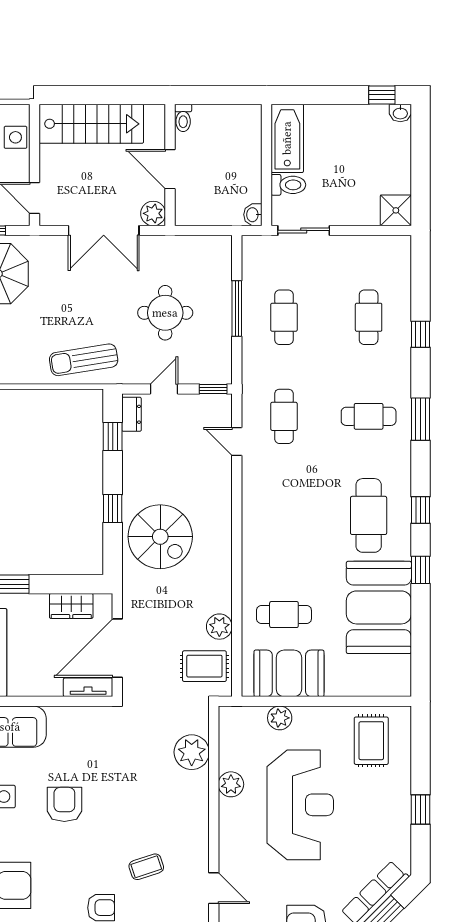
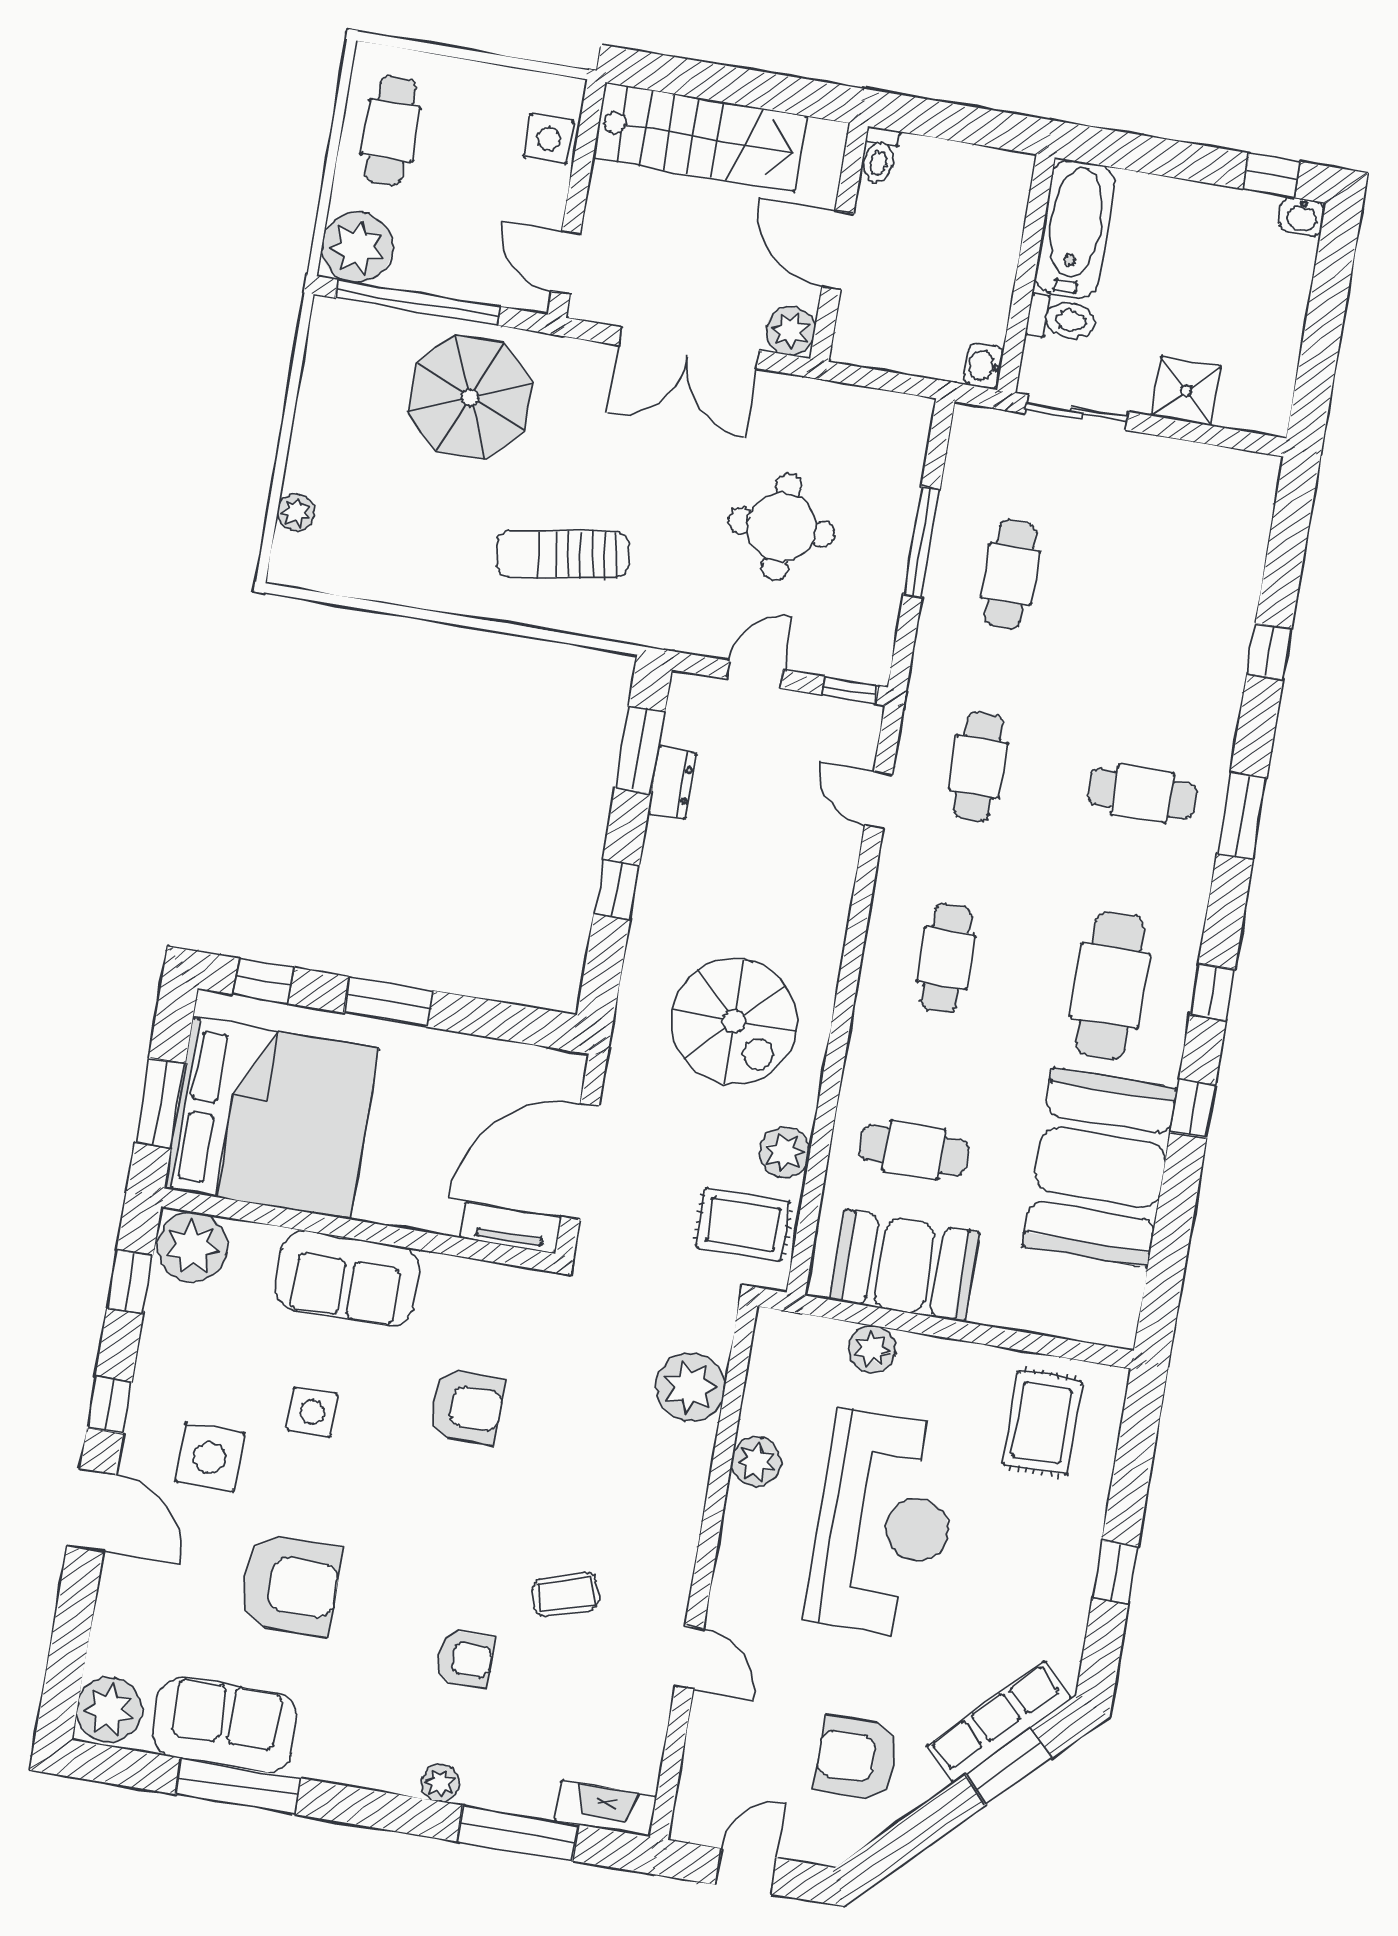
shower: (396, 210) -> (1186, 391), moved
cafe table: (369, 317) -> (946, 958), moved
sun lounger: (84, 360) -> (562, 554), moved
dresser: (131, 414) -> (672, 783), moved
window: (113, 436) -> (640, 750), width x1.50
spiral stairs: (160, 537) -> (734, 1021), moved
wardrobe: (71, 606) -> (505, 1065), removed
armchair: (64, 804) -> (466, 1407), moved, turned 90

